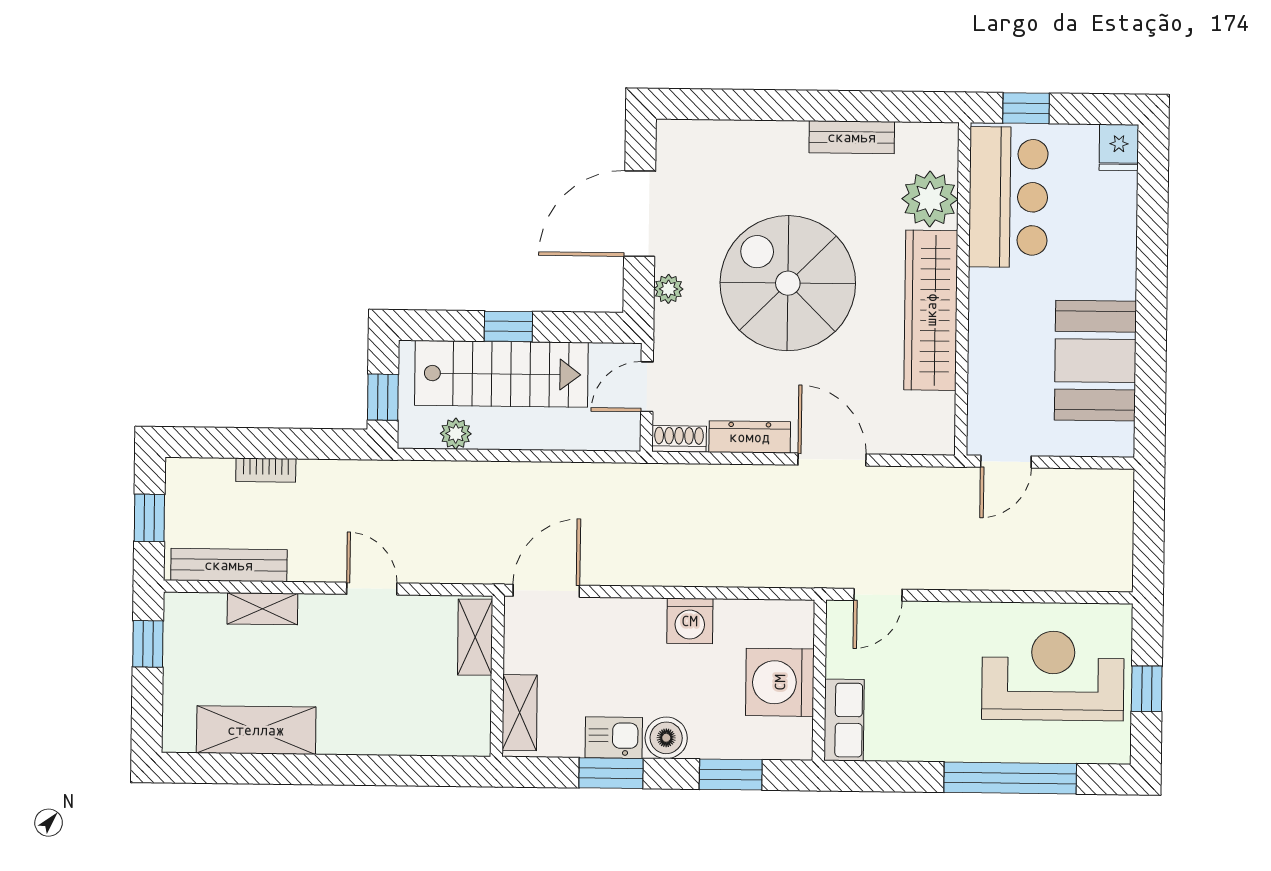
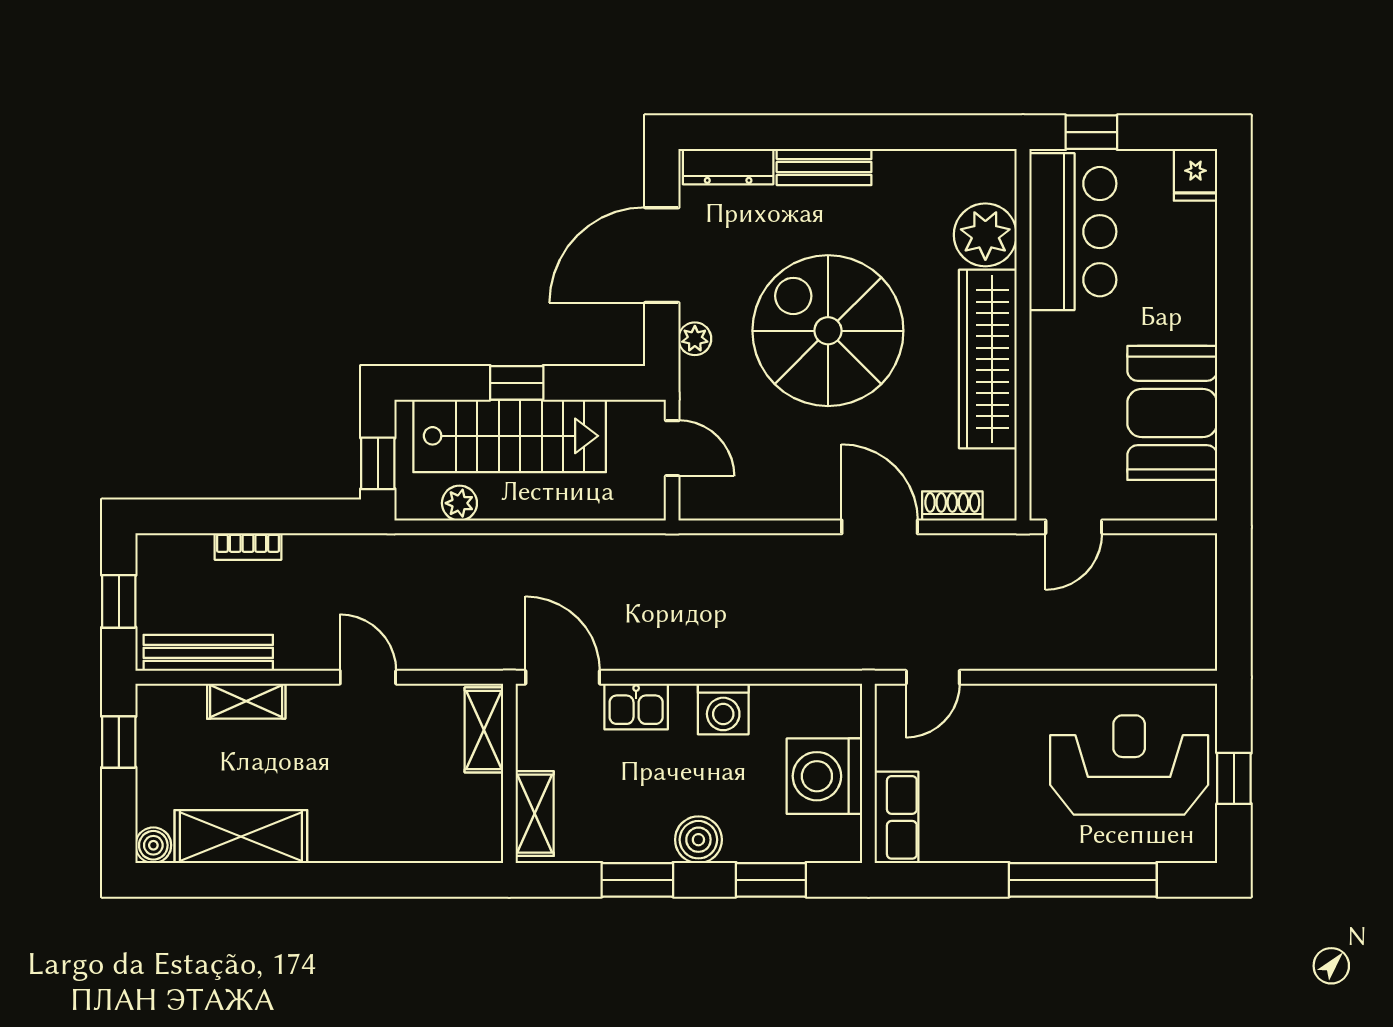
bench: (852, 137) -> (824, 167), moved
door: (647, 387) -> (672, 448), swing flipped
dresser: (750, 437) -> (728, 167), moved, turned 180
shoe rack: (679, 439) -> (952, 506), moved
door: (546, 591) -> (563, 677), hinge flipped
boiler: (178, 737) -> (153, 845), added
kitchen sink: (614, 738) -> (636, 706), moved, turned 180

